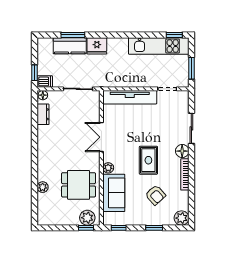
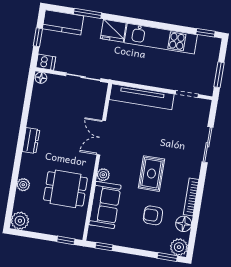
kitchen counter: (70, 46) -> (63, 22), moved
kitchen unit: (159, 46) -> (161, 39), moved
window: (35, 73) -> (38, 37), moved
dresser: (43, 114) -> (31, 141), moved
floor lamp: (182, 151) -> (184, 224), moved
armchair: (155, 195) -> (153, 215), turned 132
plant: (87, 218) -> (20, 221), moved
window: (154, 228) -> (167, 257), moved

